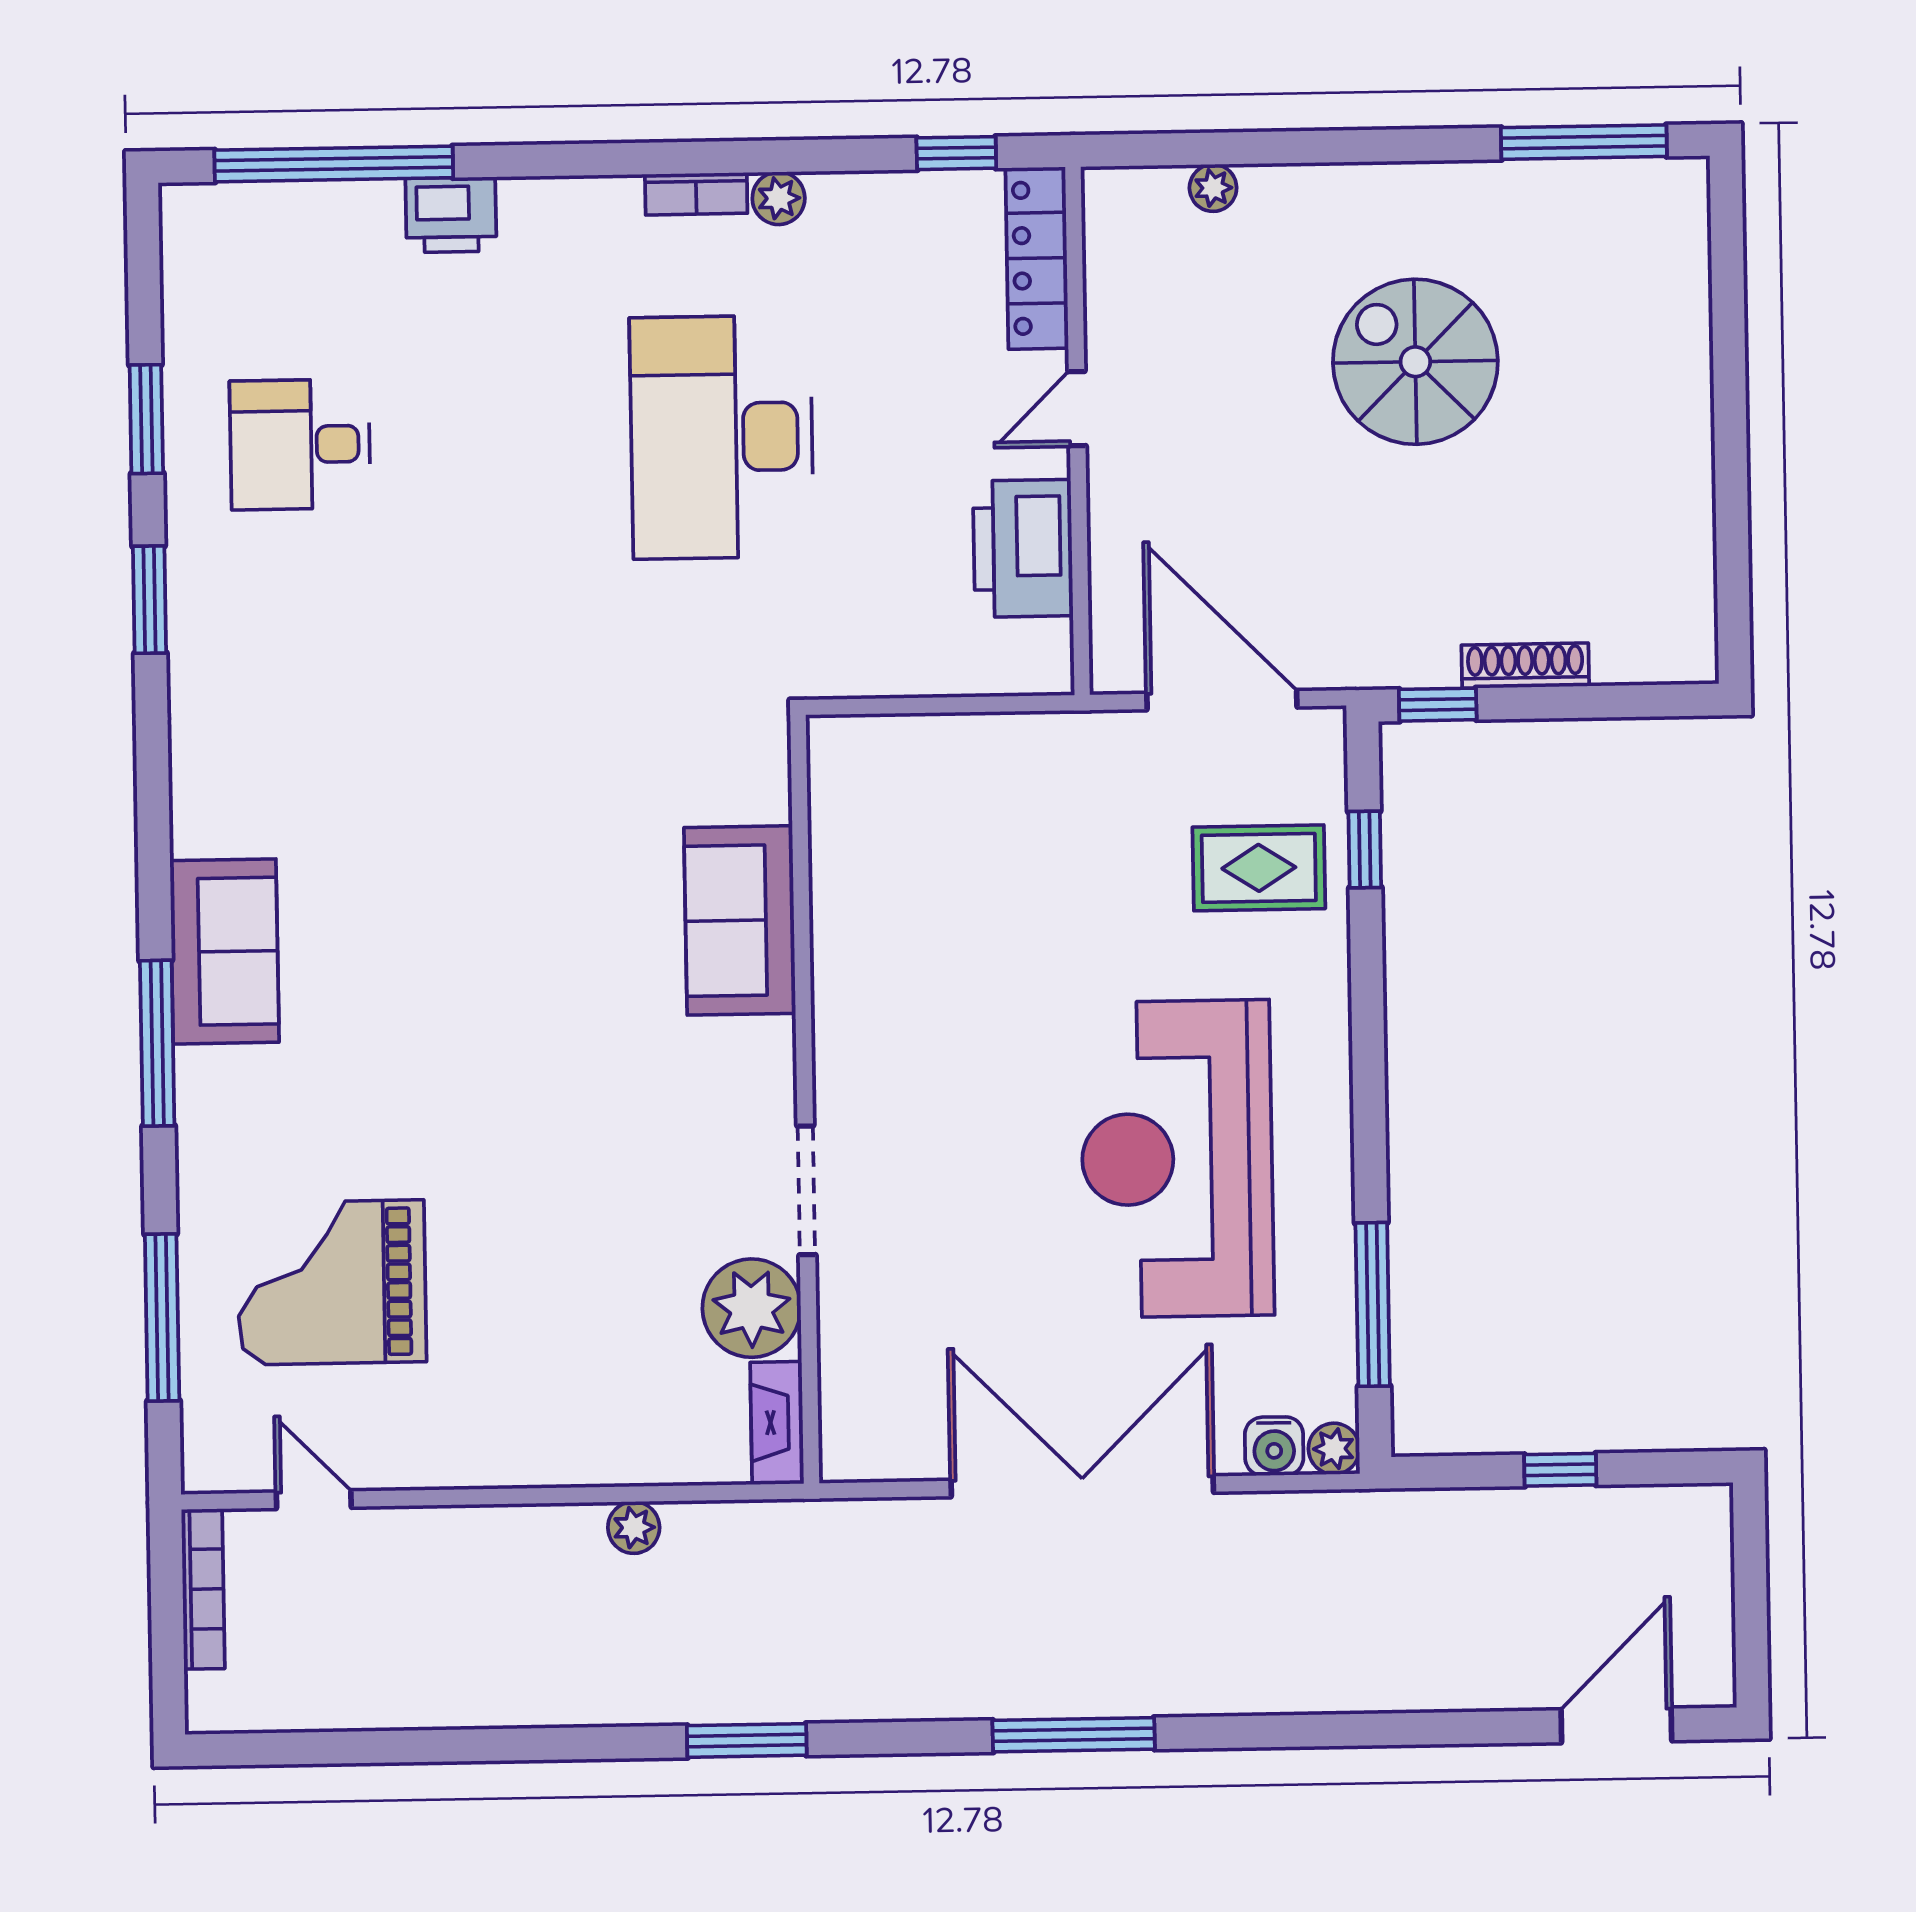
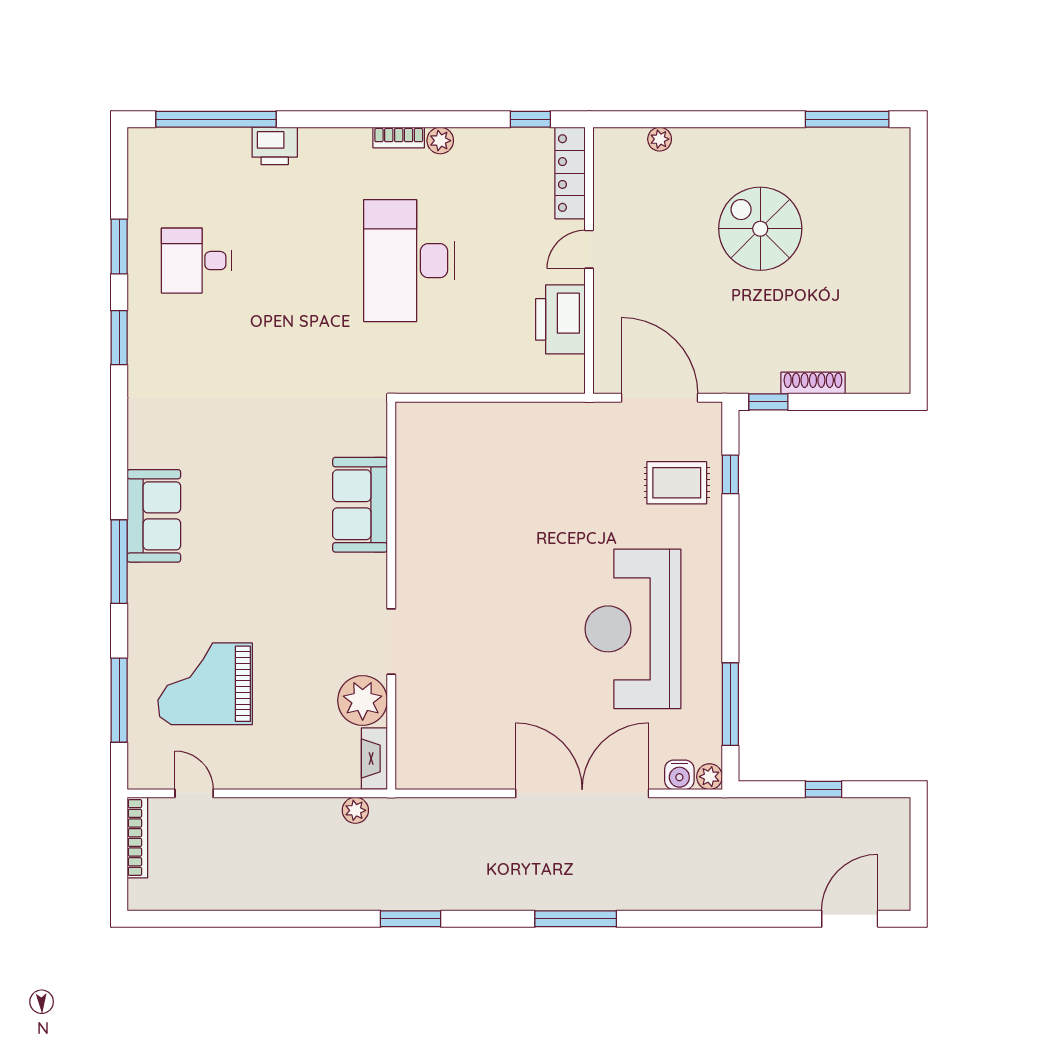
sofa: (740, 920) -> (360, 505), moved
wall: (805, 1099) -> (391, 596), moved
doorway: (806, 1190) -> (391, 642), moved
plant: (752, 1308) -> (363, 701), moved
fireplace: (777, 1422) -> (374, 759), moved

